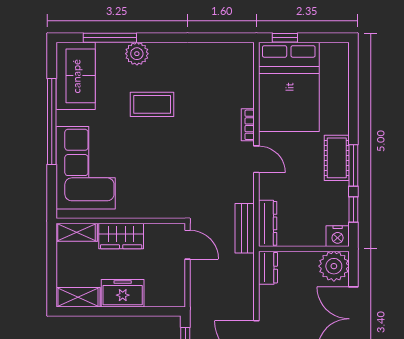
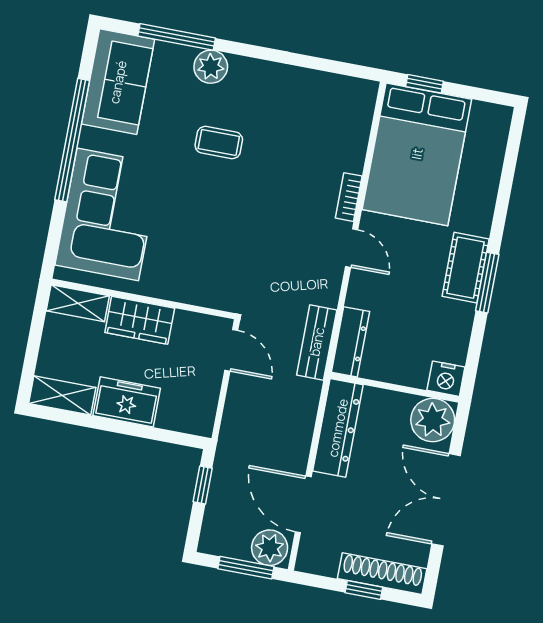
coffee table: (152, 104) -> (219, 143), width x0.73, depth x0.77
window: (353, 209) -> (475, 345), removed
dresser: (268, 268) -> (338, 428), width x1.96, depth x1.24

